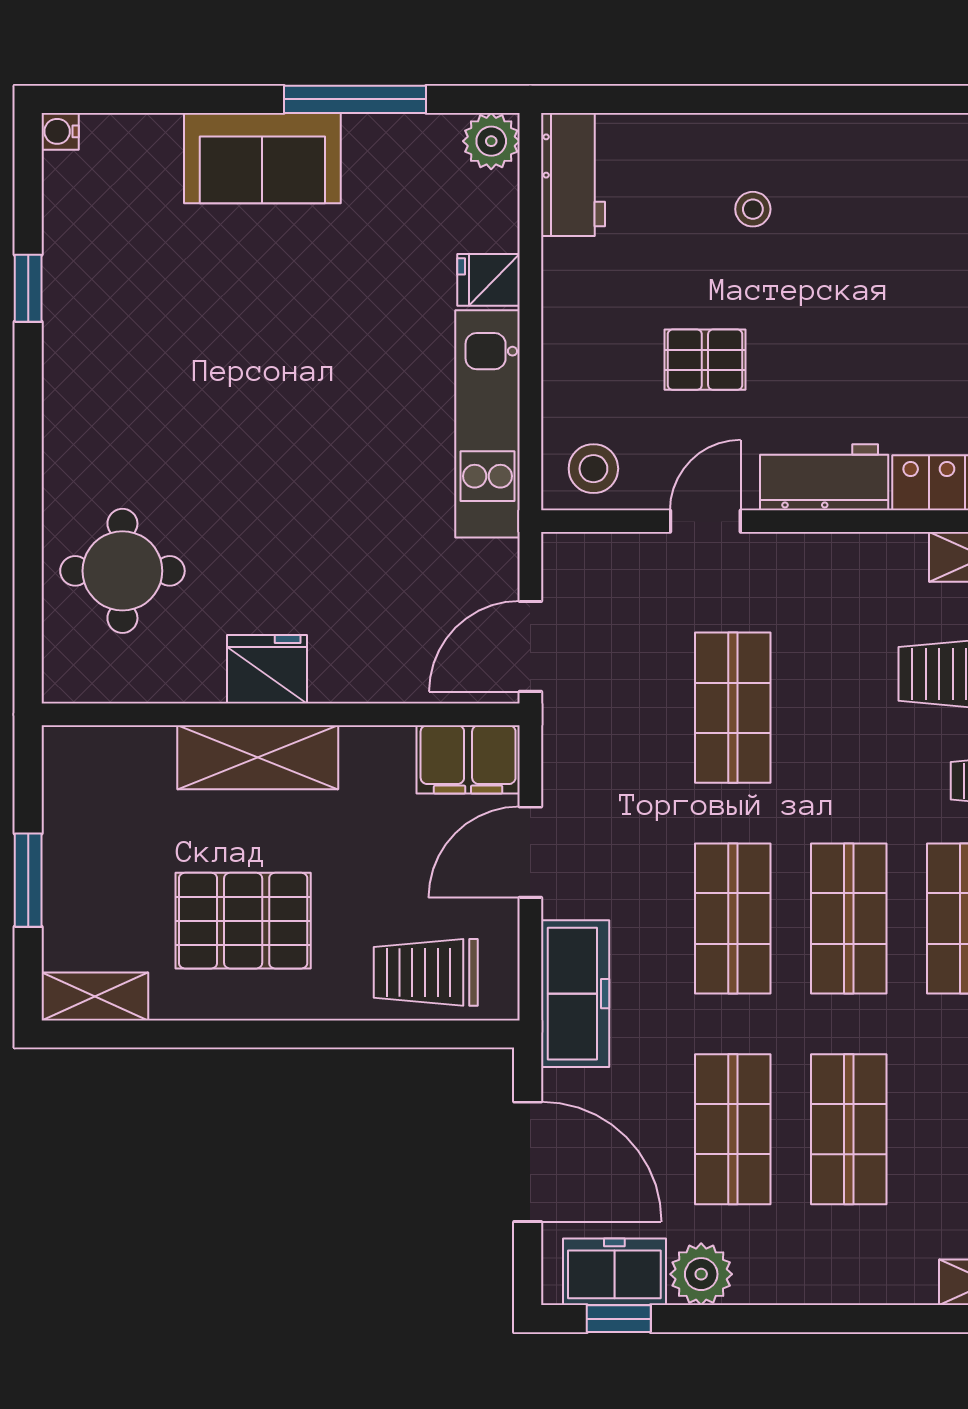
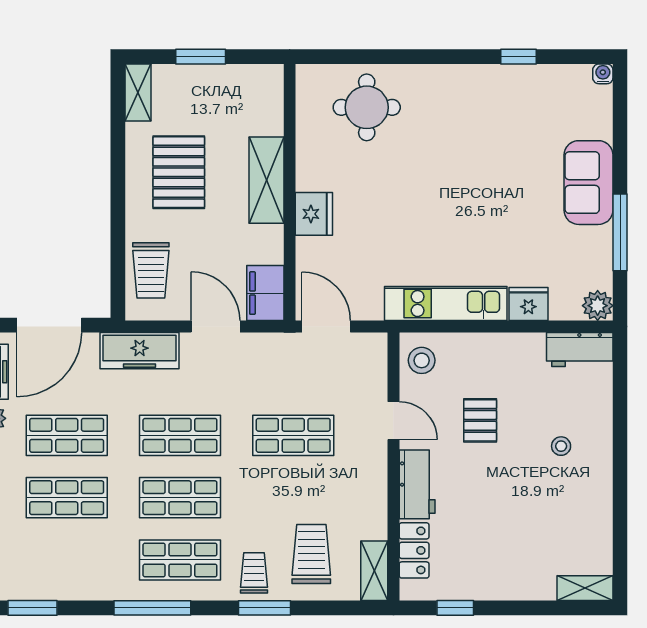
fridge: (488, 280) -> (528, 304), width x1.38
fridge: (267, 669) -> (314, 214), moved
trolley: (426, 972) -> (151, 270), turned 180

